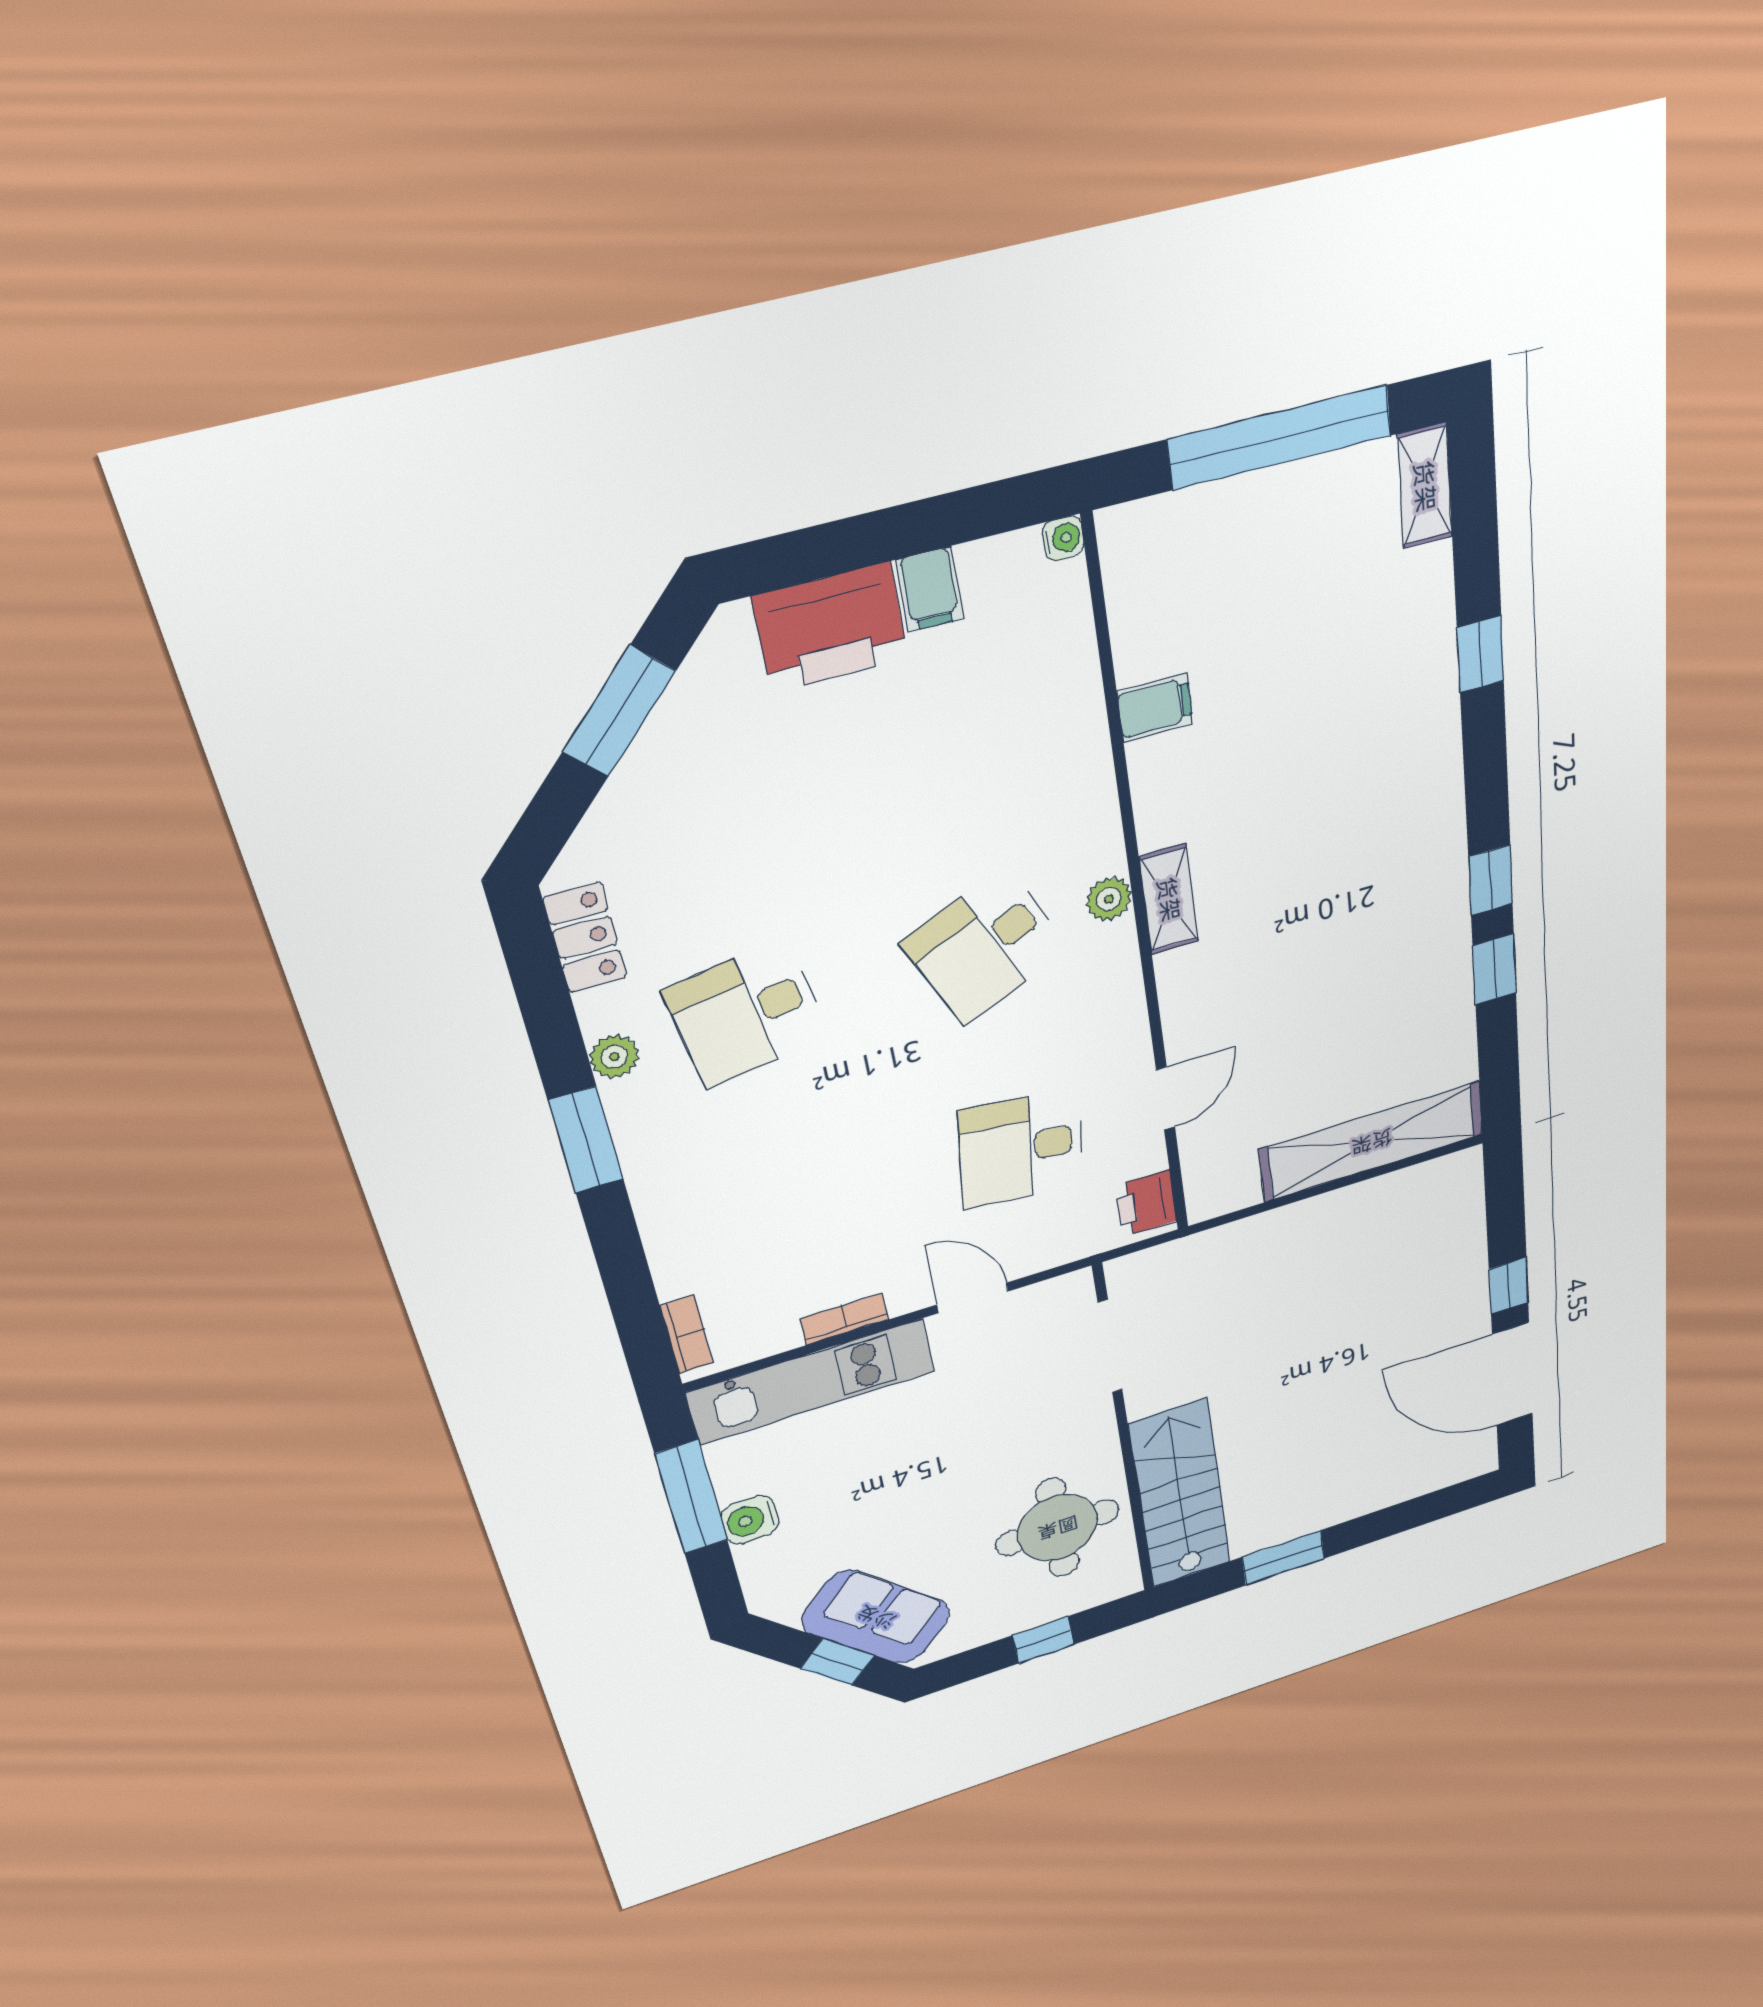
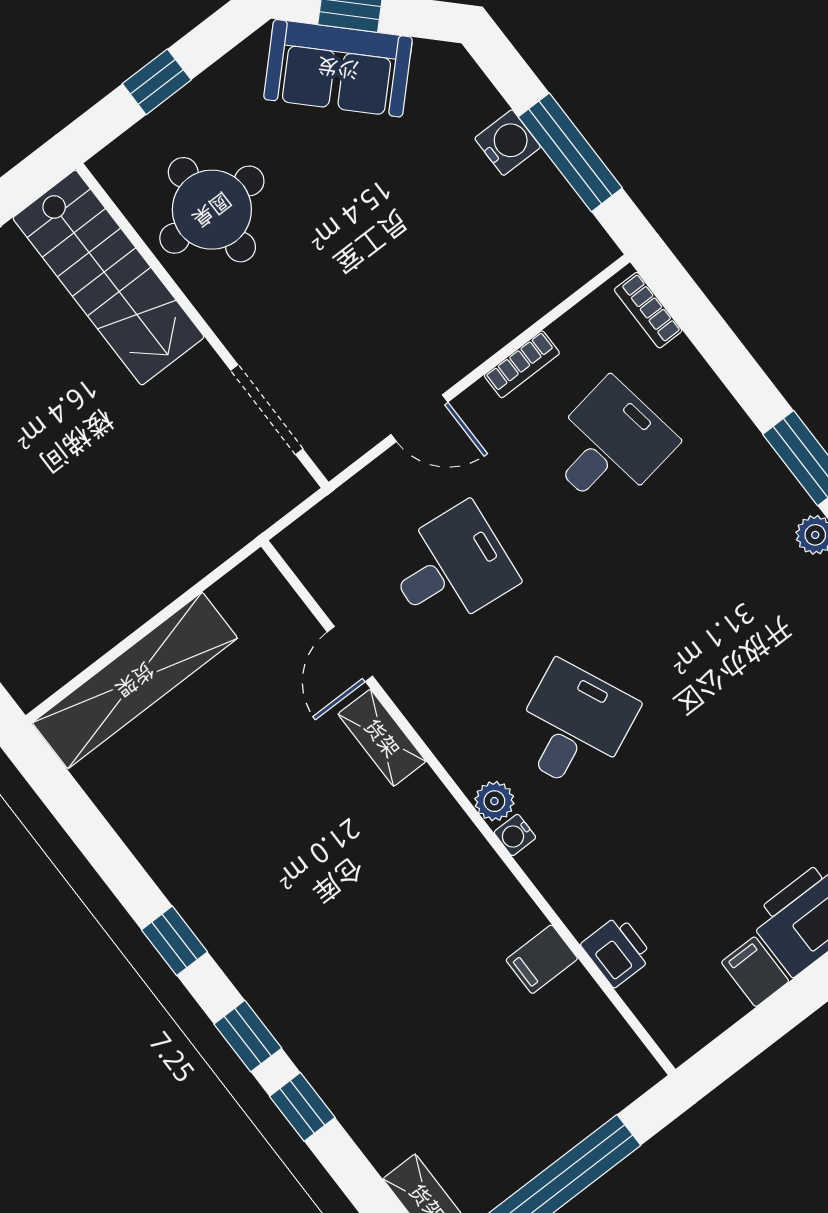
water cooler: (1063, 538) -> (515, 835), moved
shelving: (1169, 899) -> (382, 738), moved
window: (1495, 969) -> (248, 1036), moved
desk: (746, 1014) -> (610, 446), moved
printer: (1146, 1204) -> (617, 951), moved
kitchen unit: (812, 1382) -> (520, 296), removed

